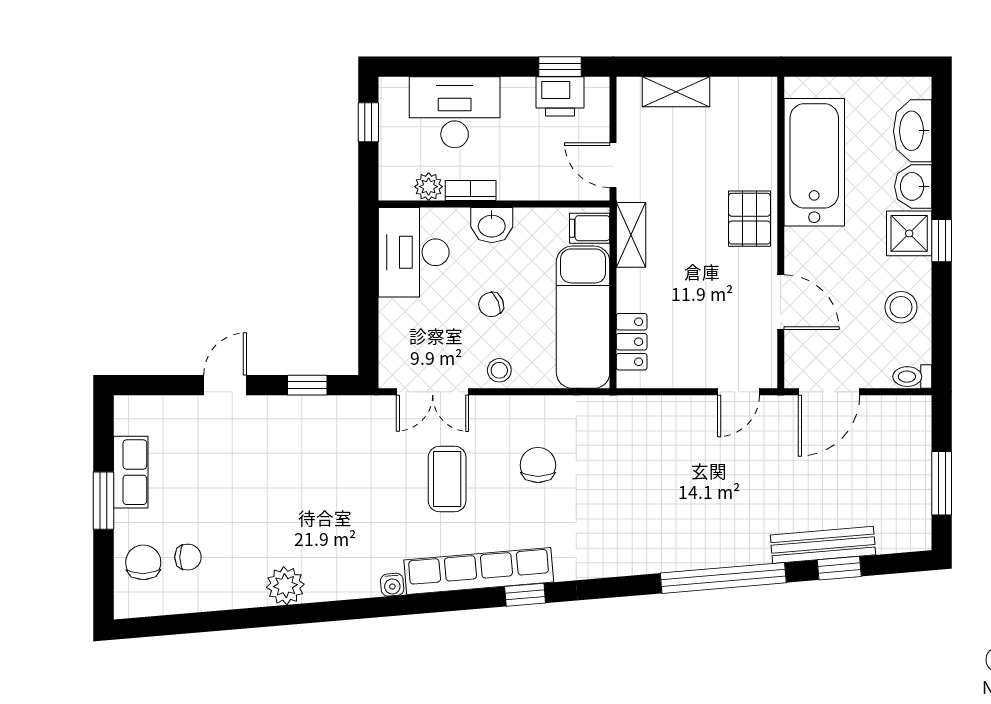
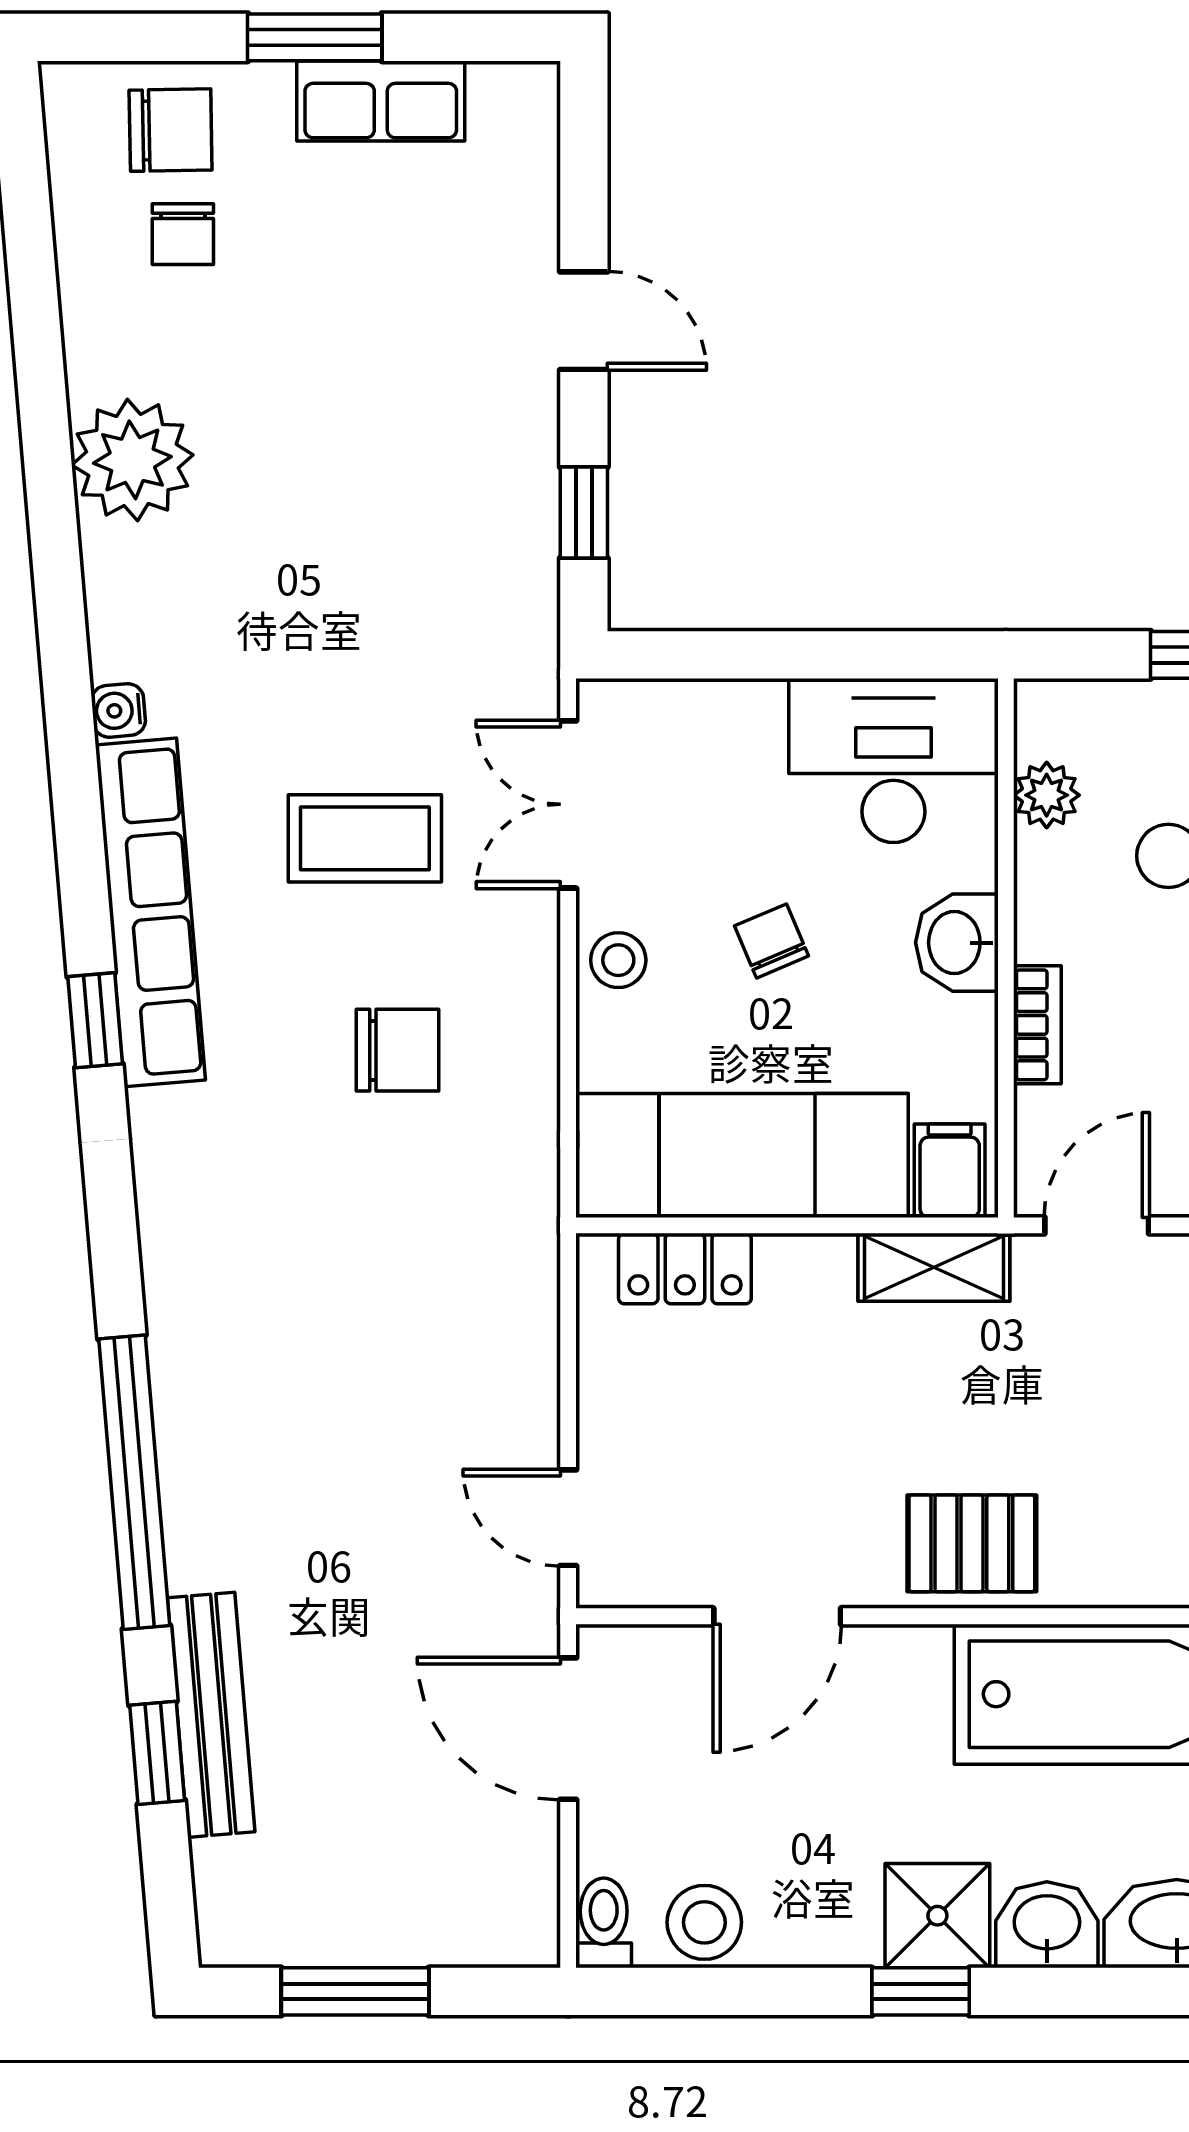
bookcase: (471, 191) -> (1037, 1025), moved
stool: (901, 307) -> (704, 1922), moved
plant: (285, 586) -> (132, 460), width x1.36, depth x1.36

